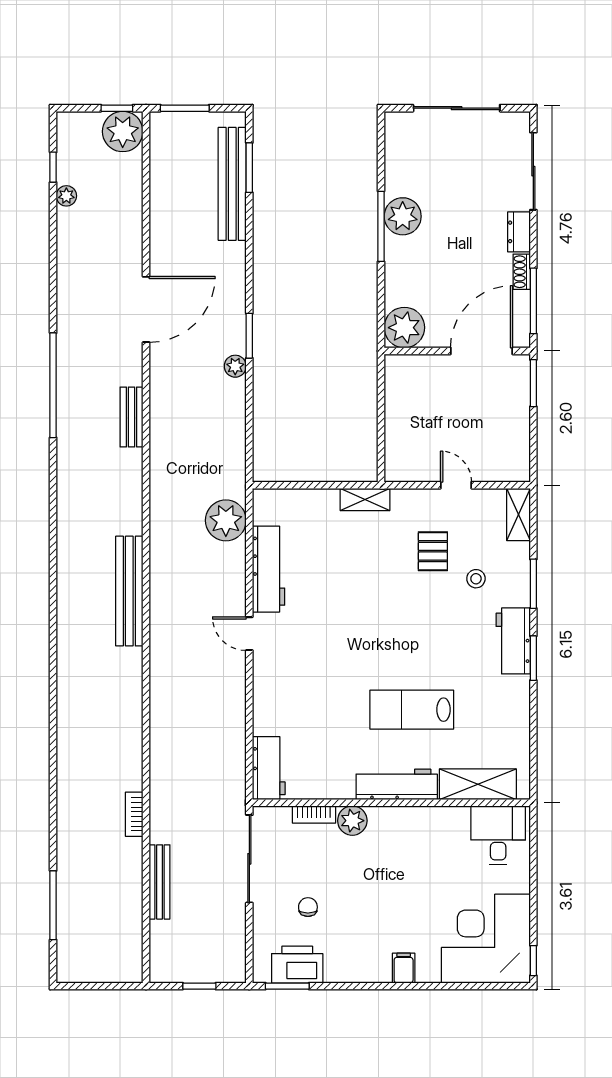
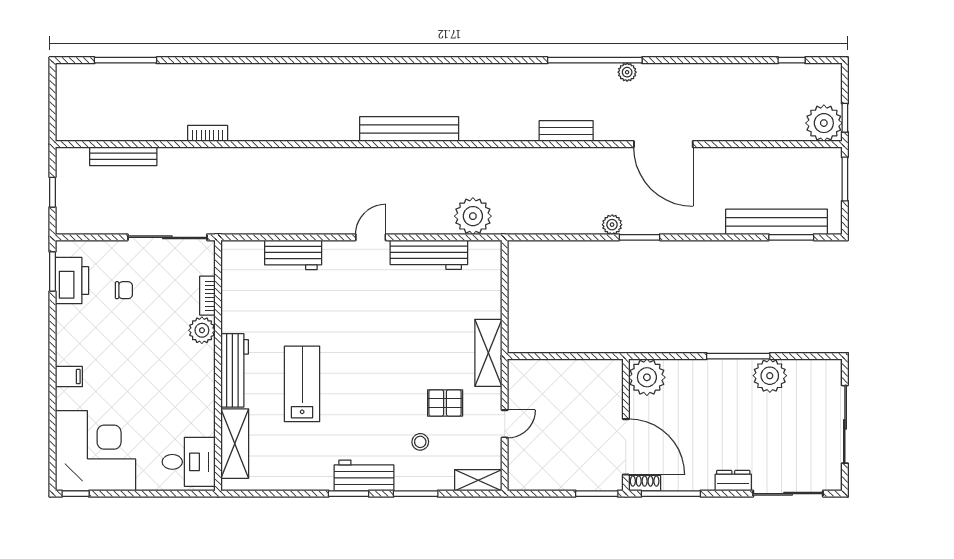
plant: (66, 196) -> (627, 72), moved
plant: (403, 216) -> (770, 376), moved
shoe rack: (522, 272) -> (645, 483), moved
shelving: (365, 499) -> (488, 353), width x1.50, depth x1.33
workbench: (269, 768) -> (293, 255), moved
bench: (160, 882) -> (123, 156), moved

